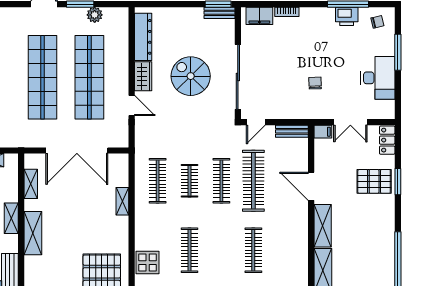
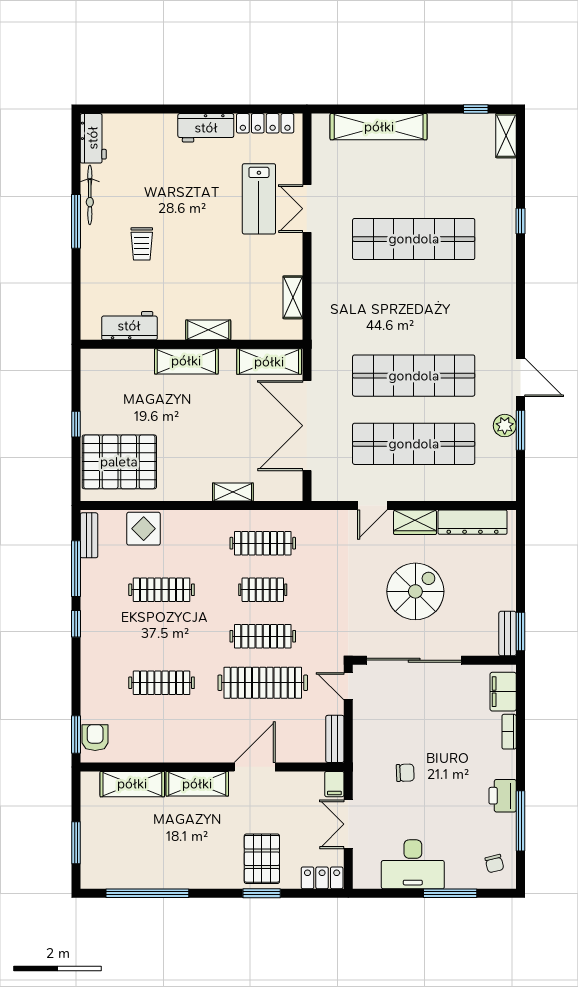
plant: (95, 15) -> (505, 426), moved
printer: (347, 16) -> (503, 796), moved
shelving: (31, 184) -> (269, 362), width x1.50, depth x1.33

